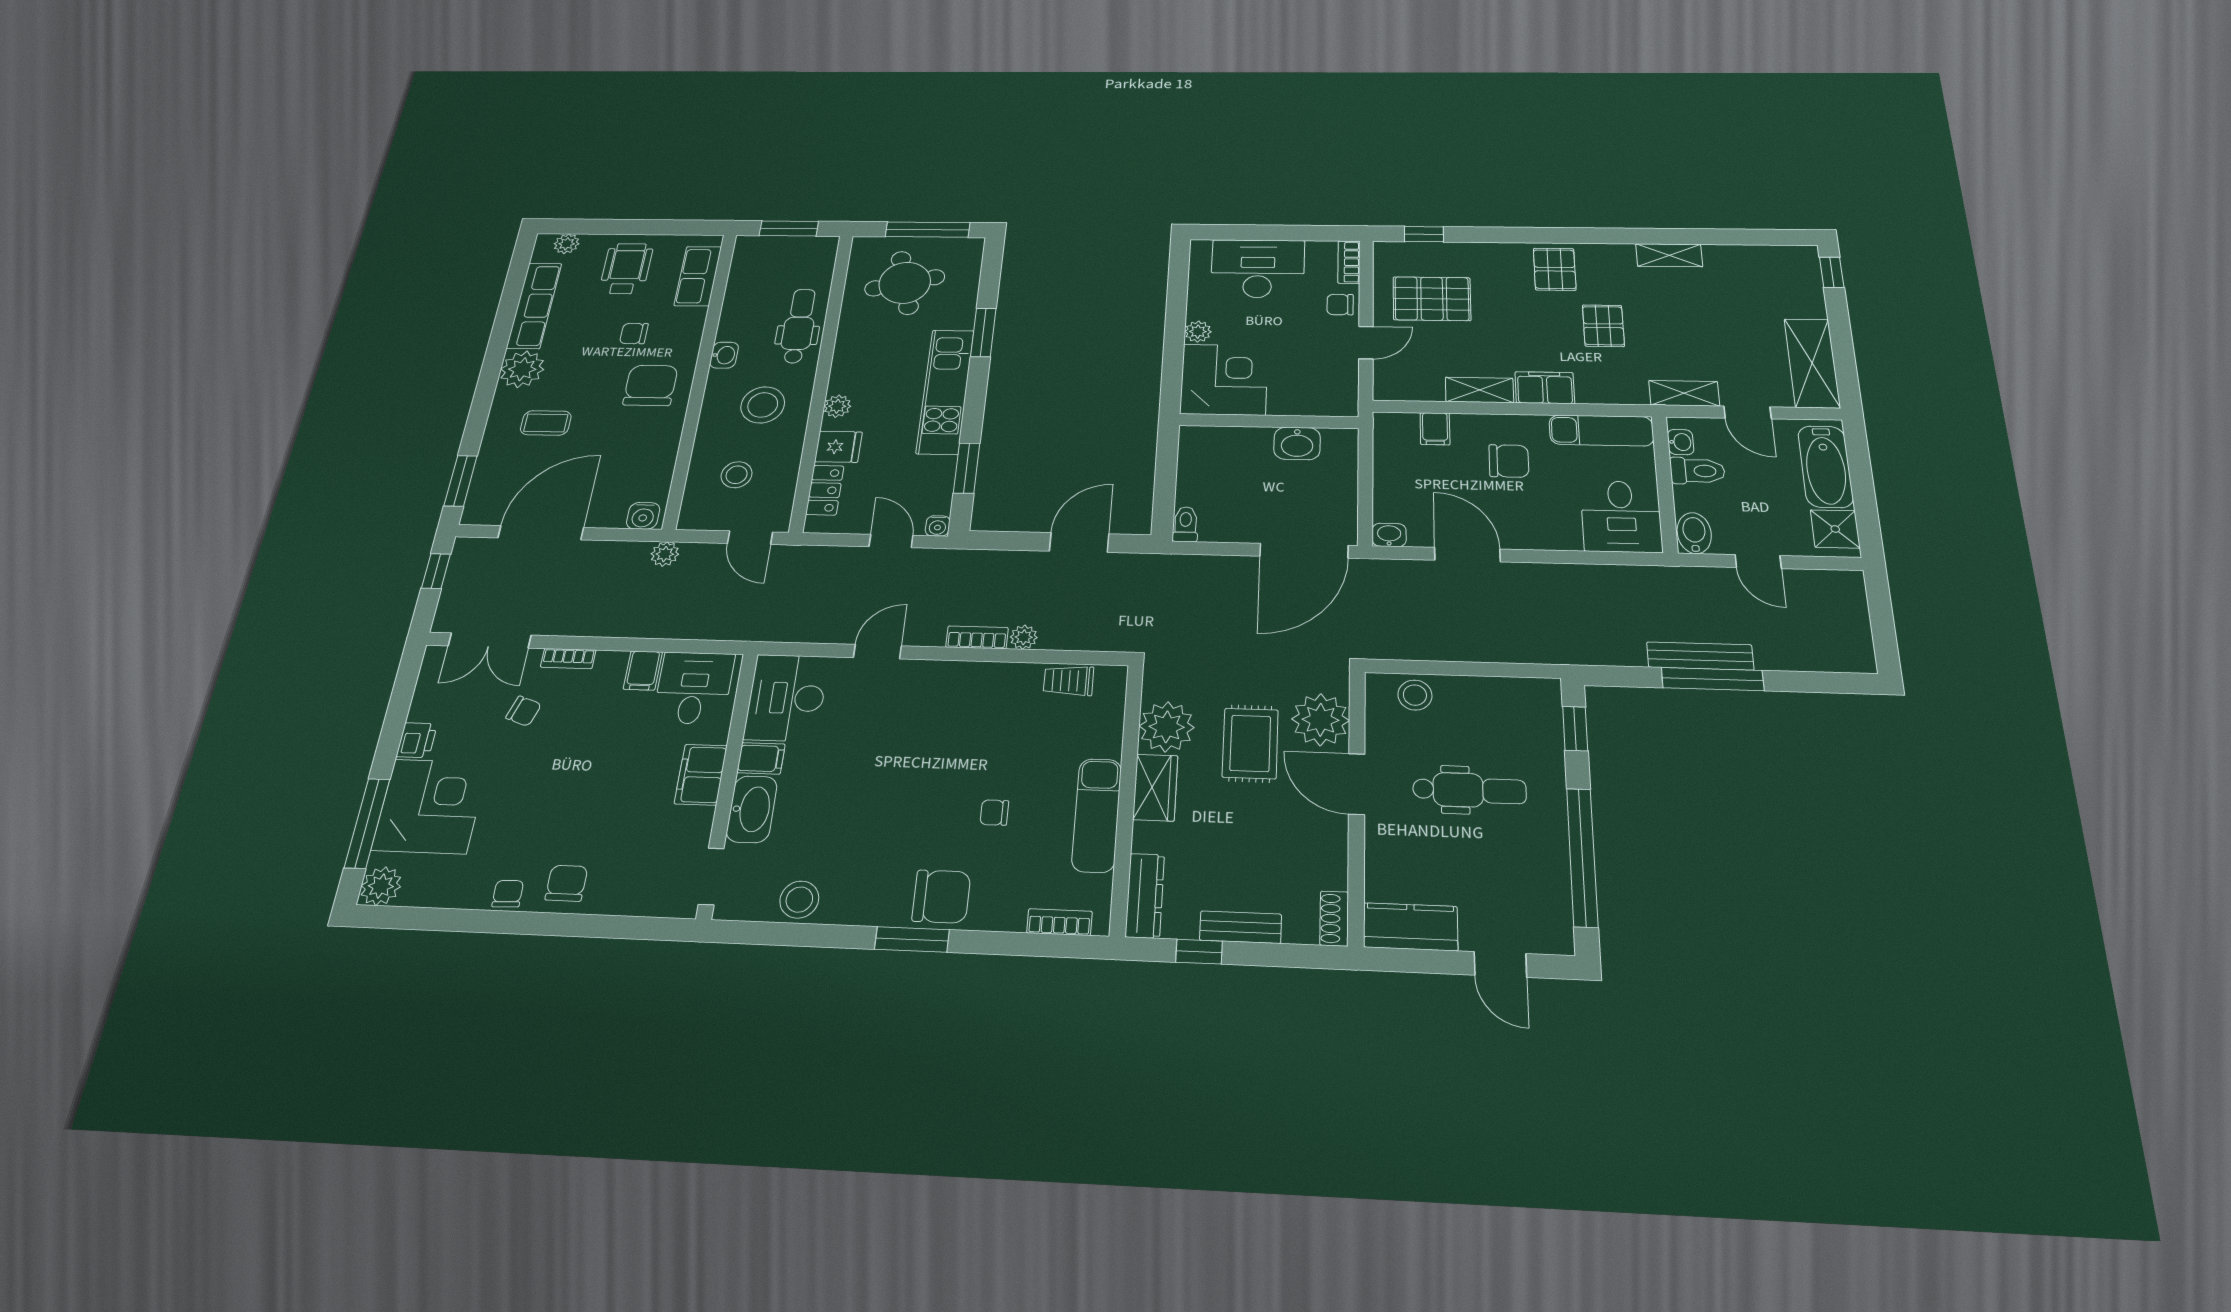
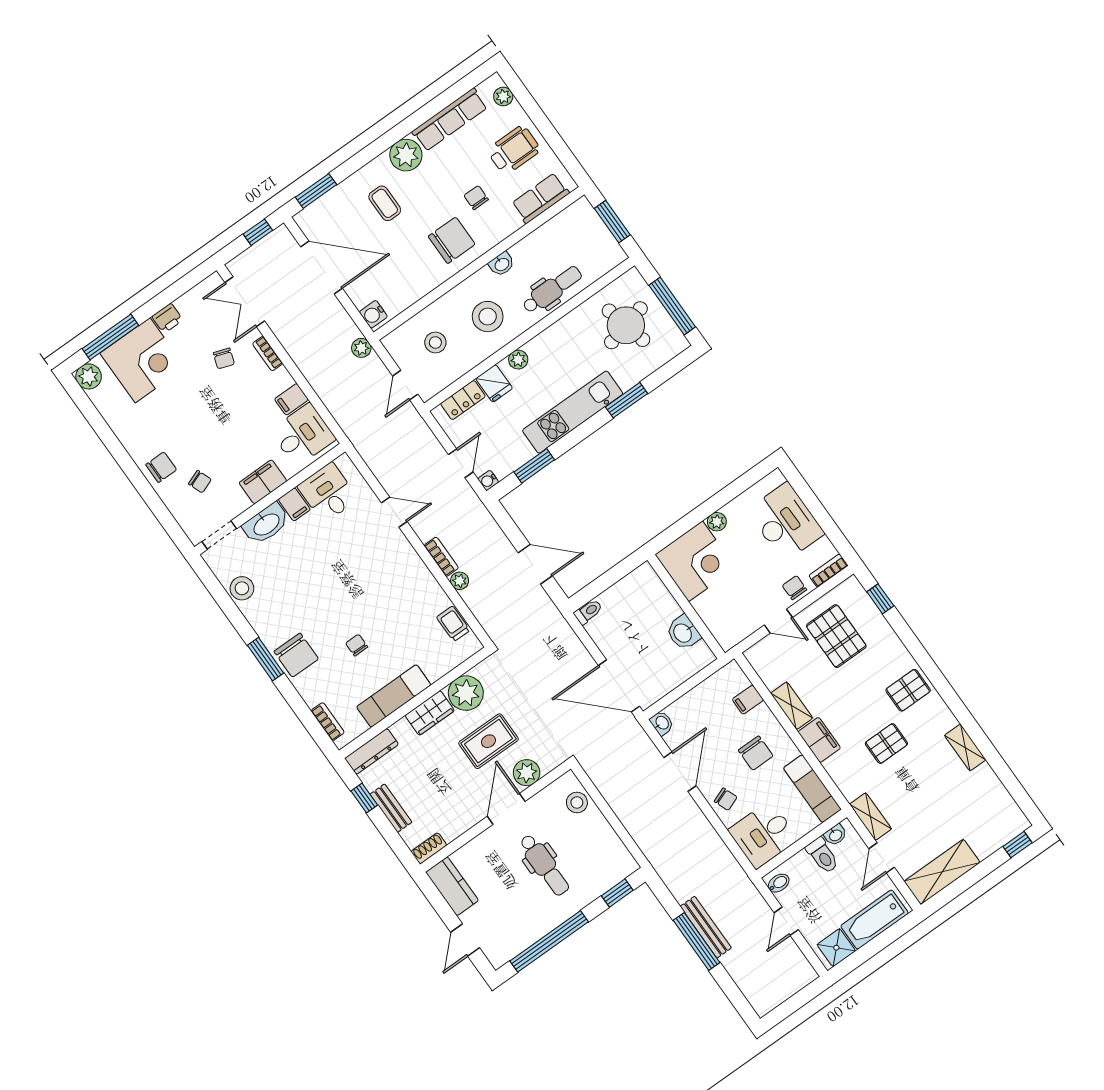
chair: (1543, 528) -> (726, 799), added
bidet: (1694, 533) -> (779, 883), width x0.72, depth x0.74
desk: (786, 698) -> (328, 493), width x0.73
plant: (1321, 720) -> (527, 773), width x0.73, depth x0.73
chair: (508, 894) -> (200, 482), moved, turned 71

